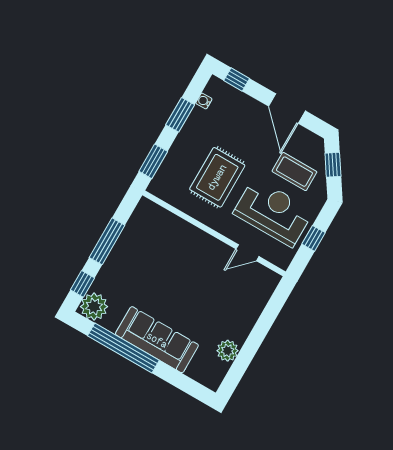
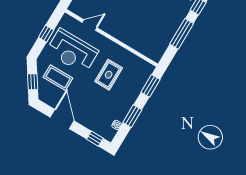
rug: (217, 177) -> (109, 75), width x0.73, depth x0.70

